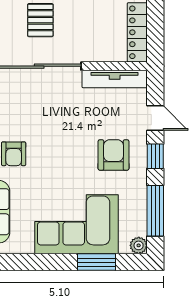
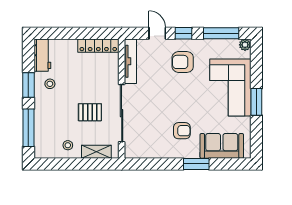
door: (155, 118) -> (157, 33), hinge flipped
window: (96, 262) -> (256, 102), moved

